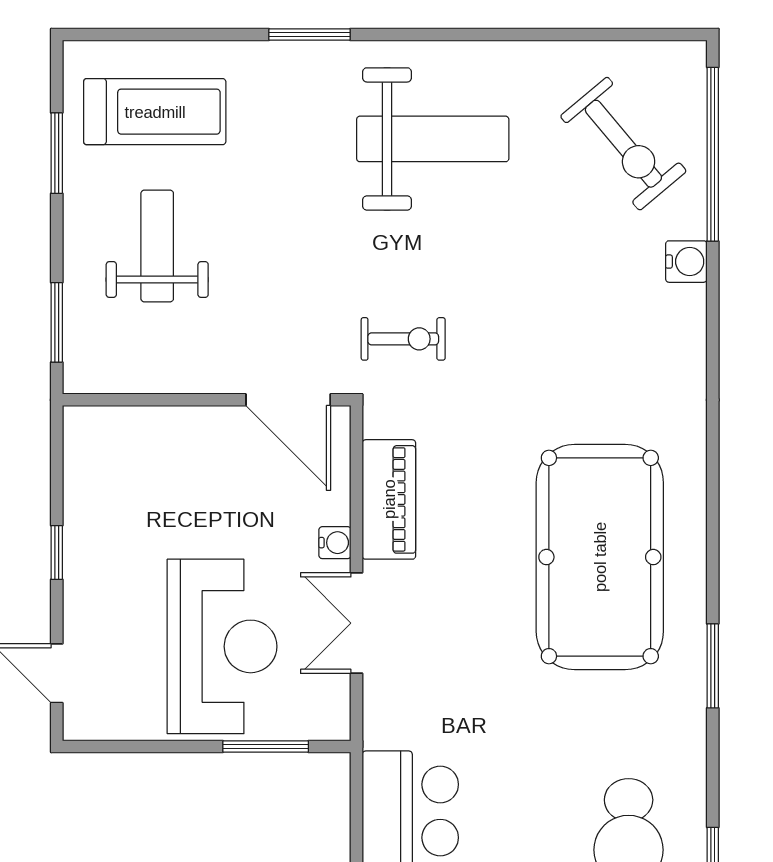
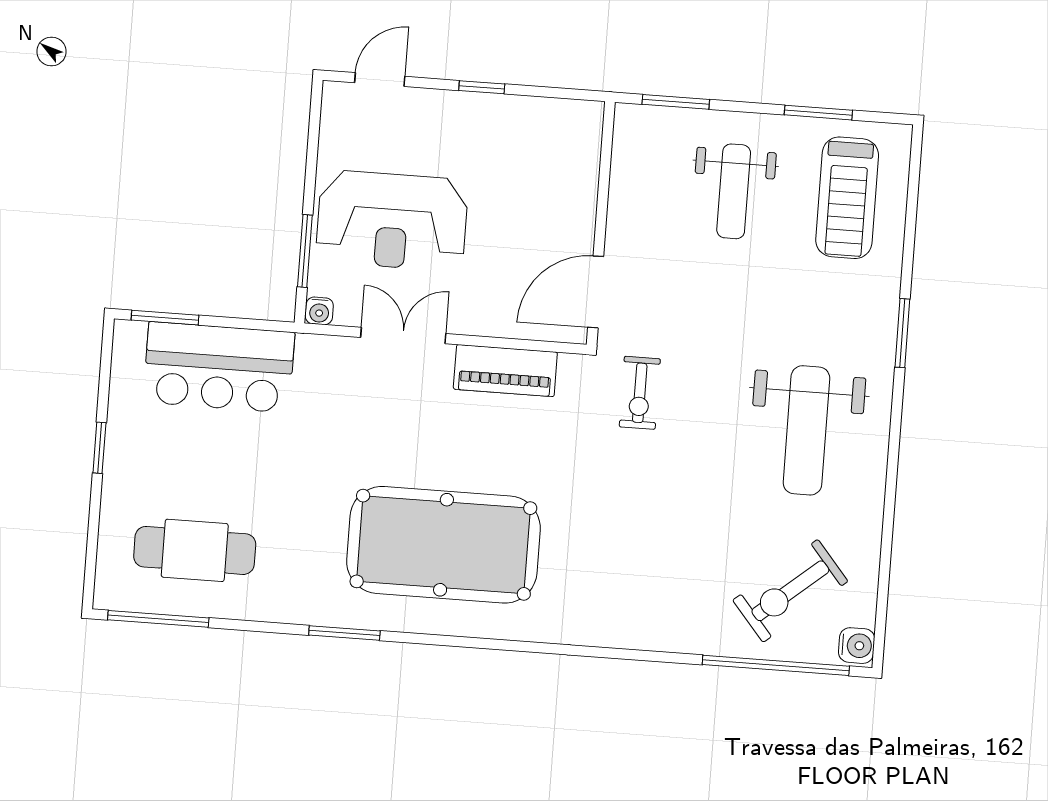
weight bench: (157, 246) -> (734, 191), turned 90
water cooler: (686, 262) -> (857, 646), moved, turned -90
water cooler: (335, 543) -> (319, 311), moved

